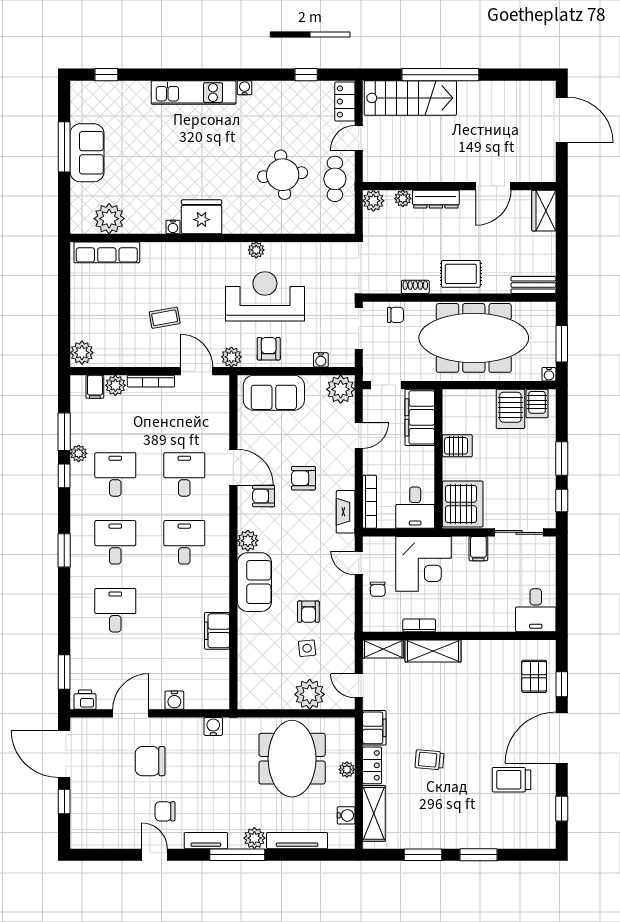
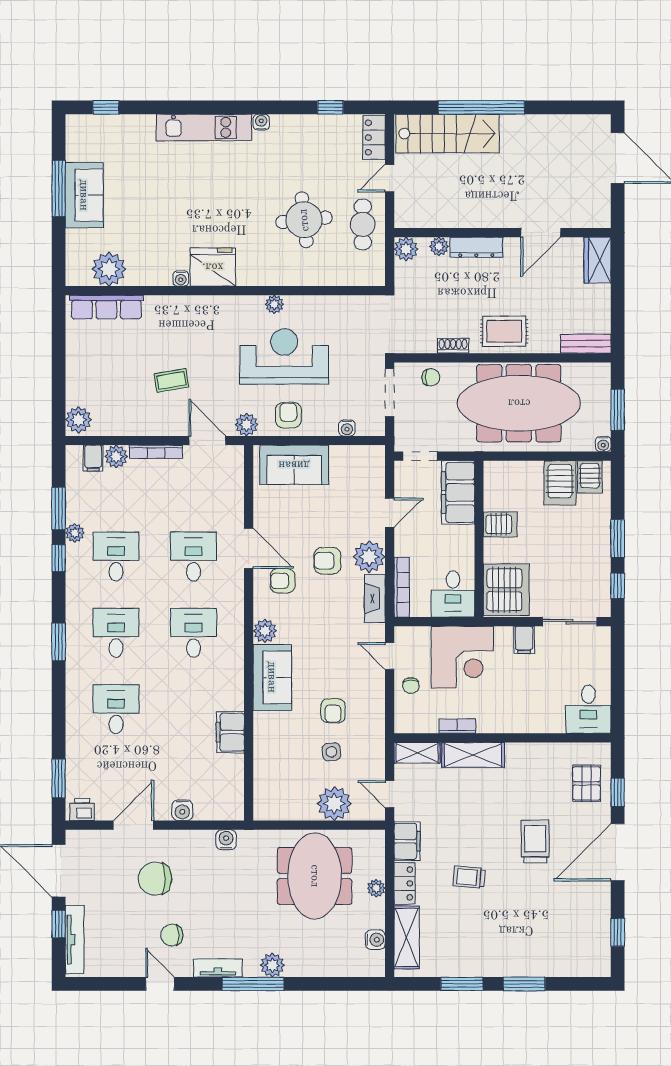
plant: (341, 389) -> (369, 557), moved
trolley: (511, 780) -> (535, 842), moved, turned 90
tv unit: (297, 841) -> (75, 940), moved, turned 90

